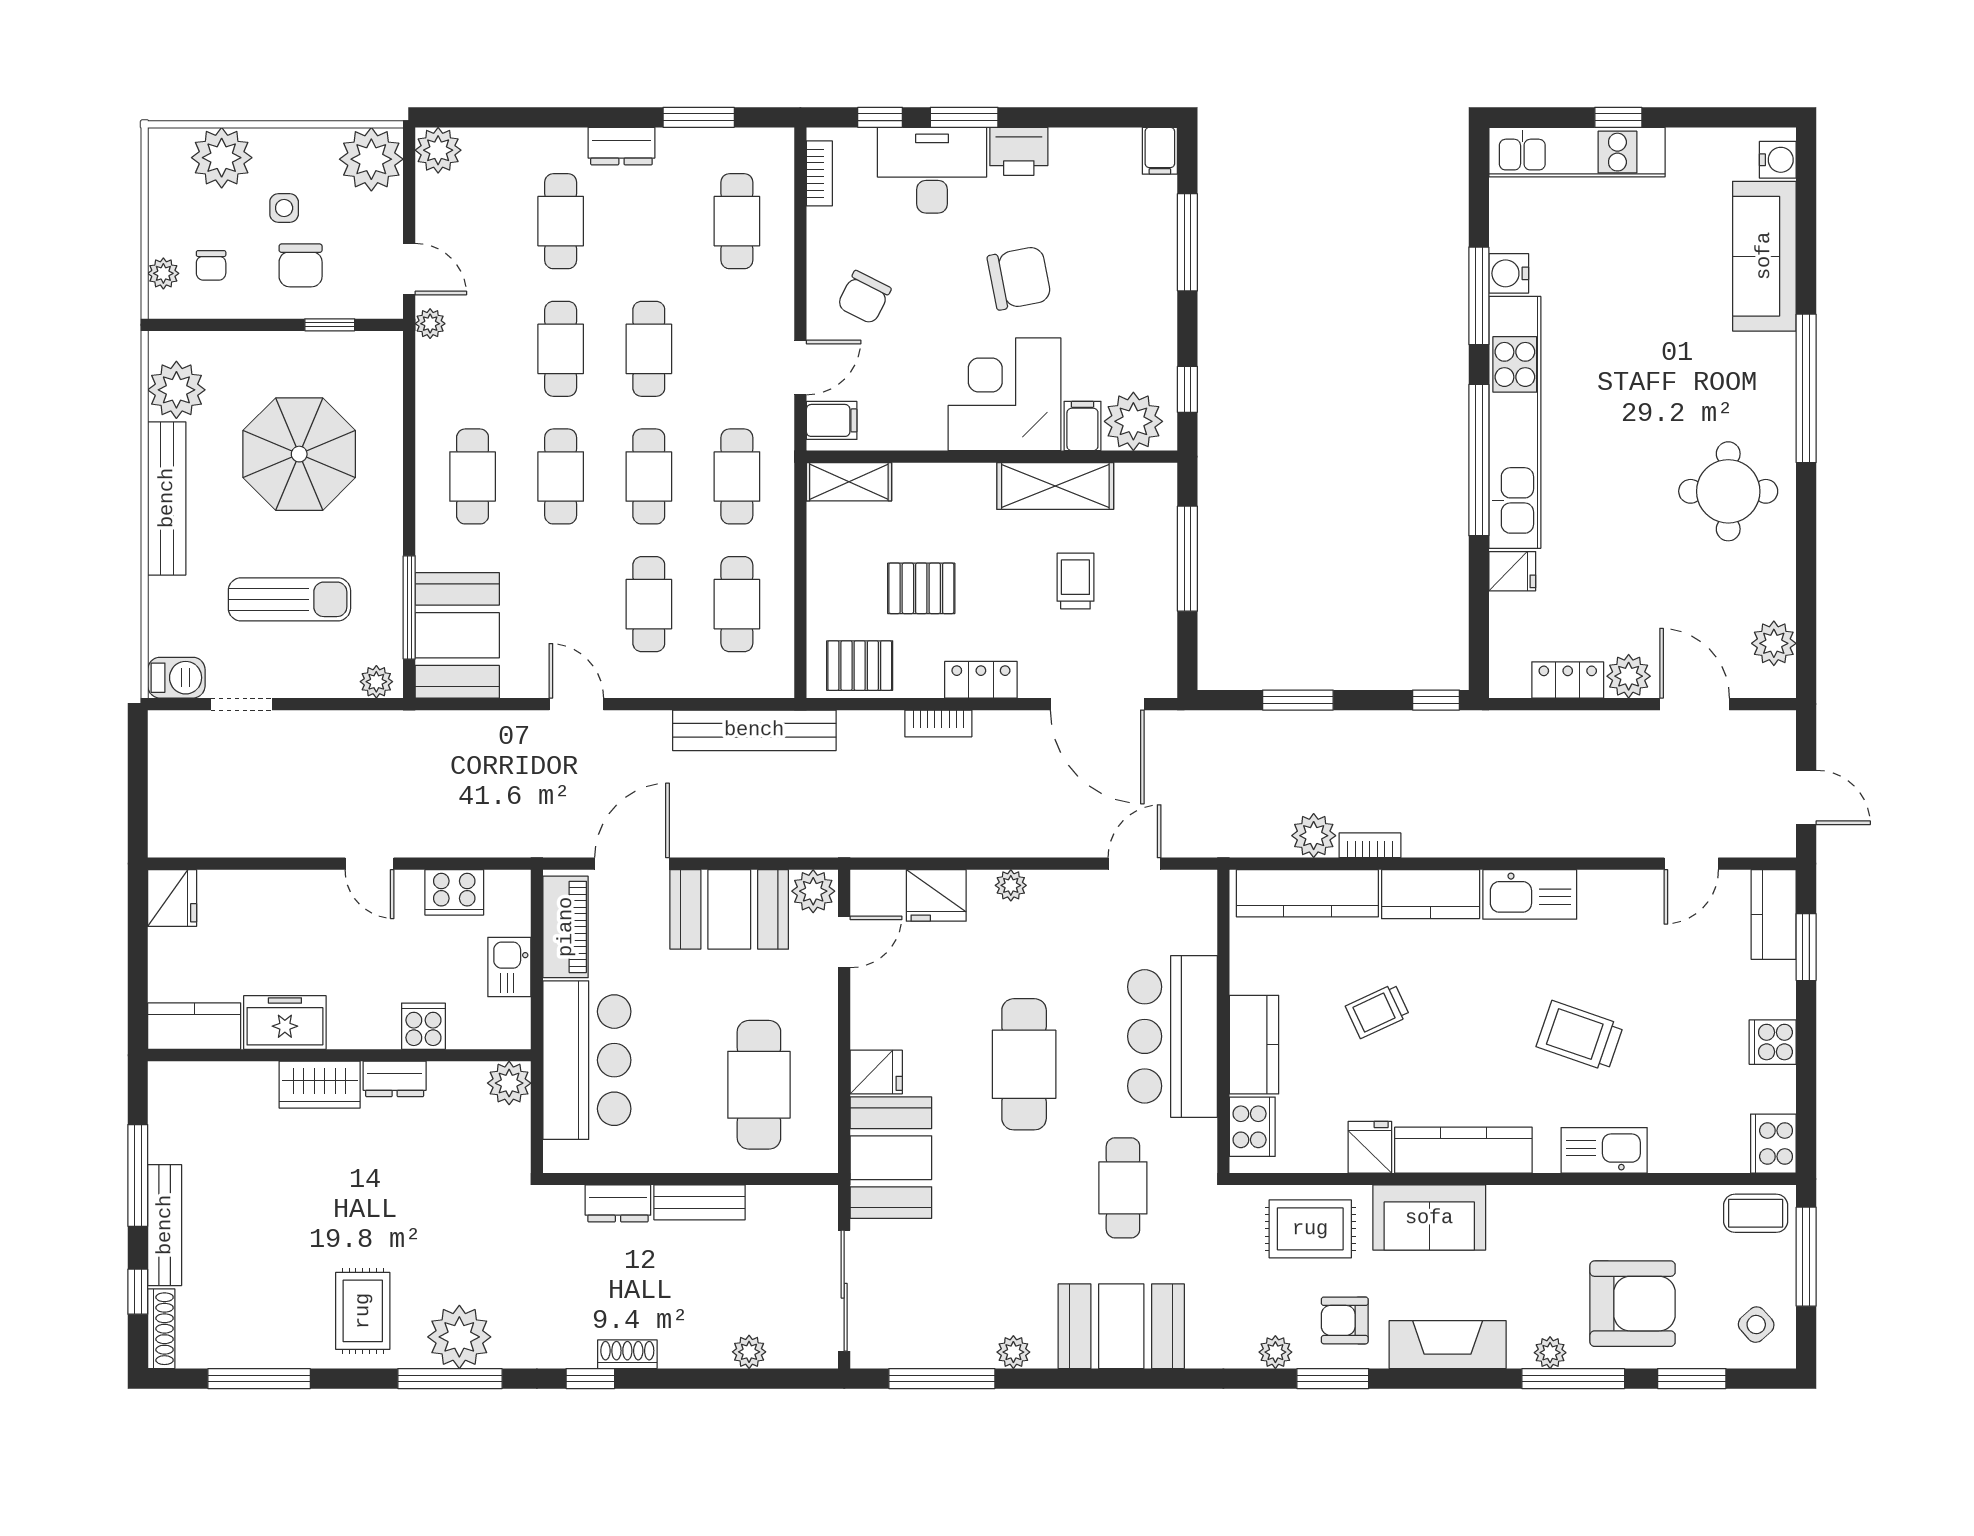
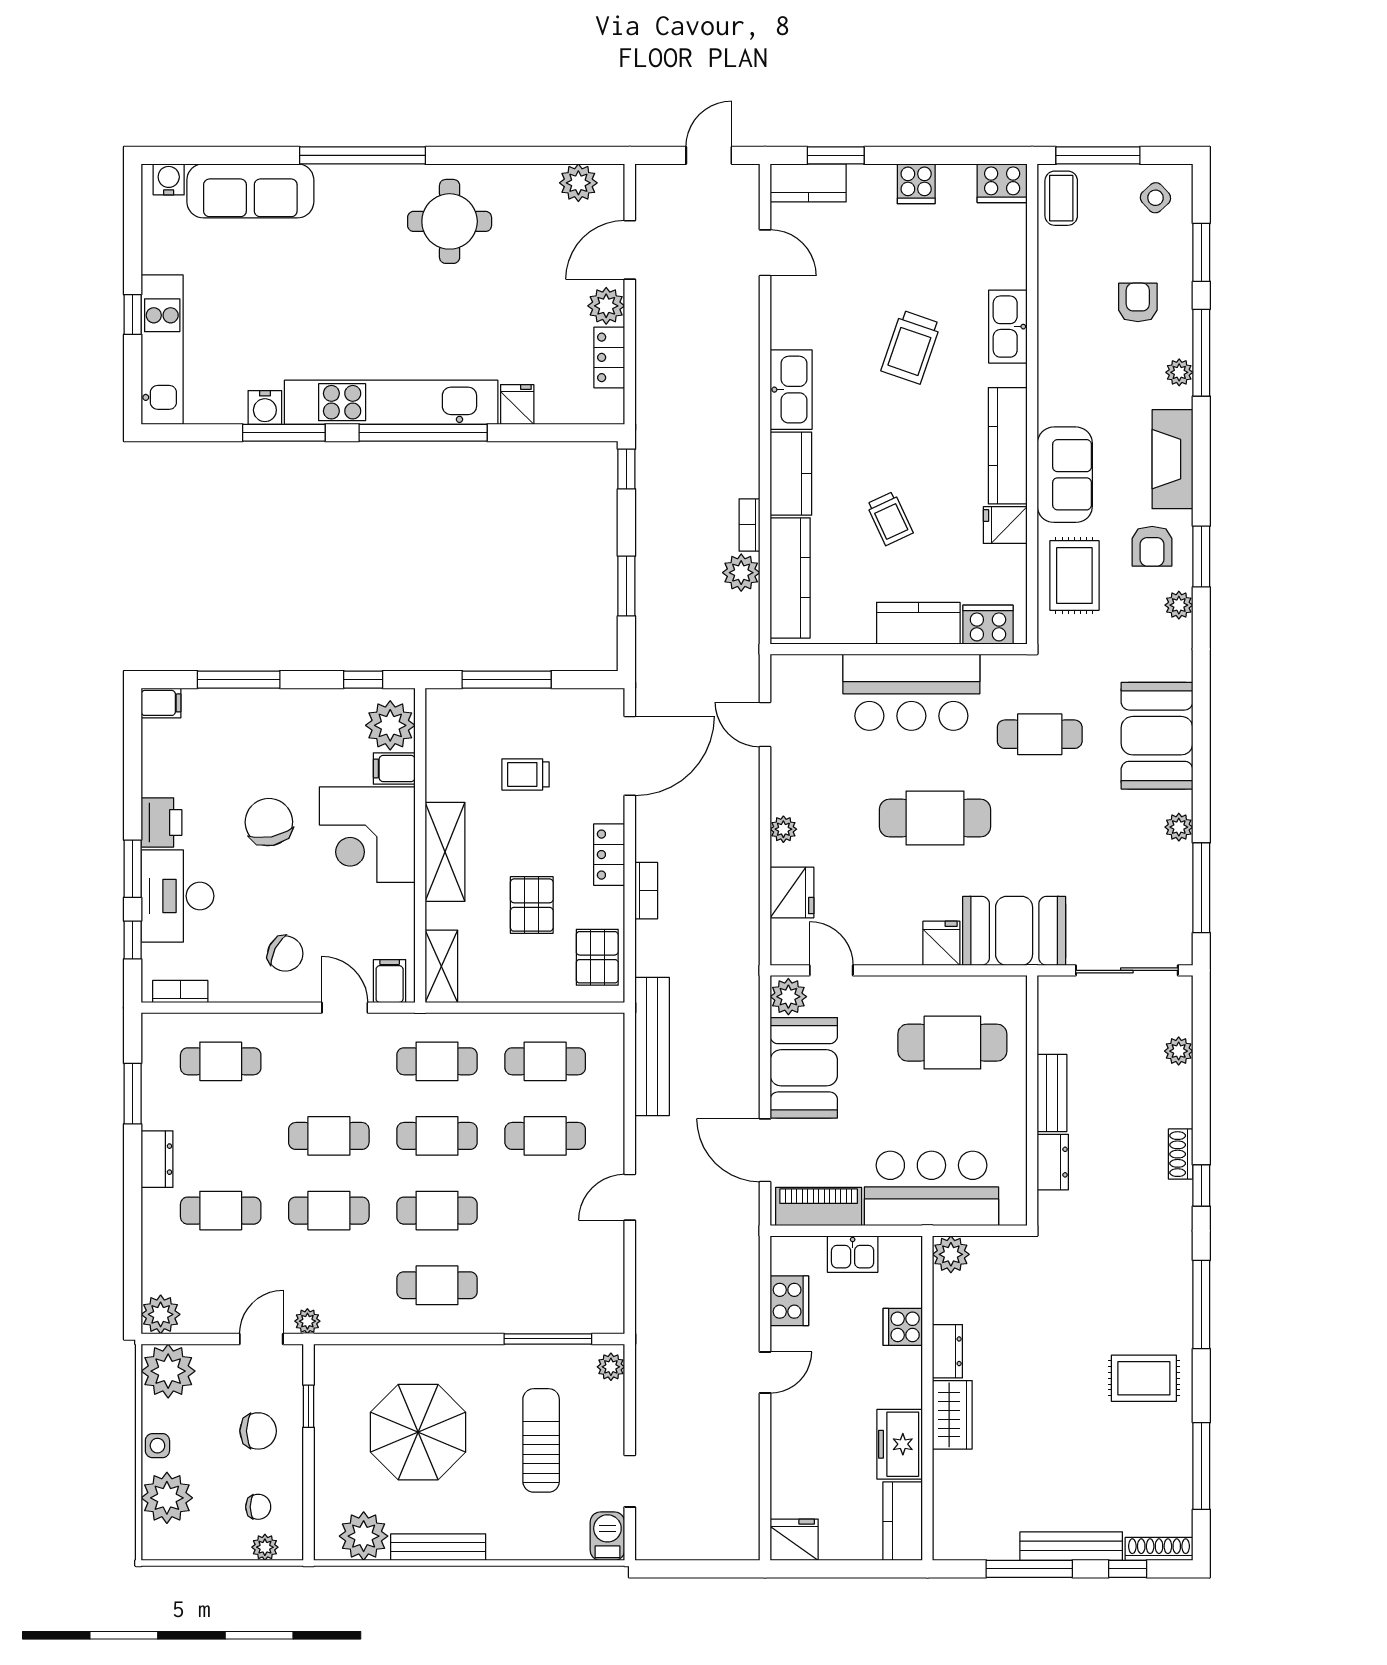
side table: (284, 208) -> (157, 1446), moved
shelving: (1055, 486) -> (445, 852), moved
bench: (167, 498) -> (438, 1547), width x0.73, depth x0.82
booth: (457, 635) -> (572, 1298), removed
armchair: (1633, 1304) -> (1138, 302), width x0.53, depth x0.53
plant: (459, 1337) -> (1166, 1297), removed

